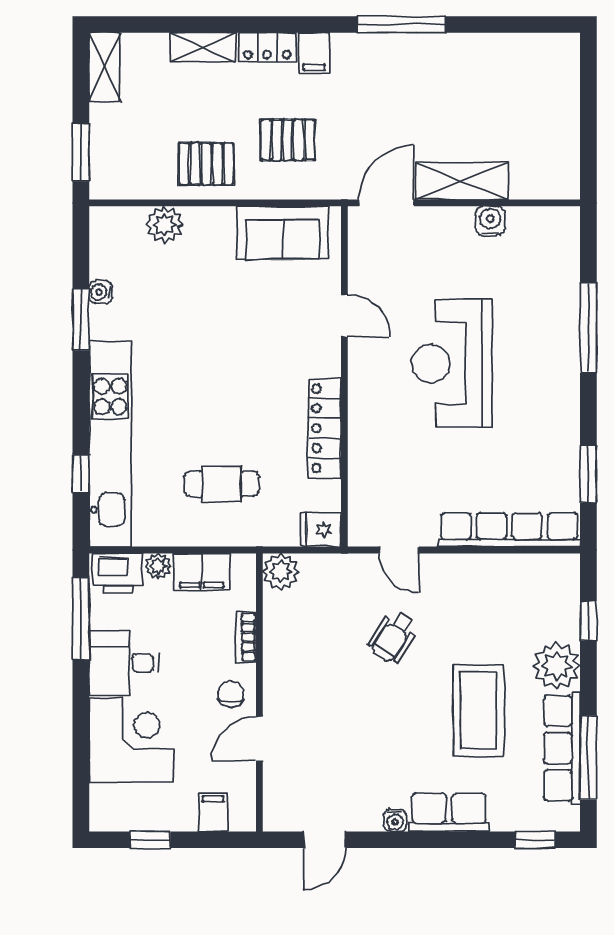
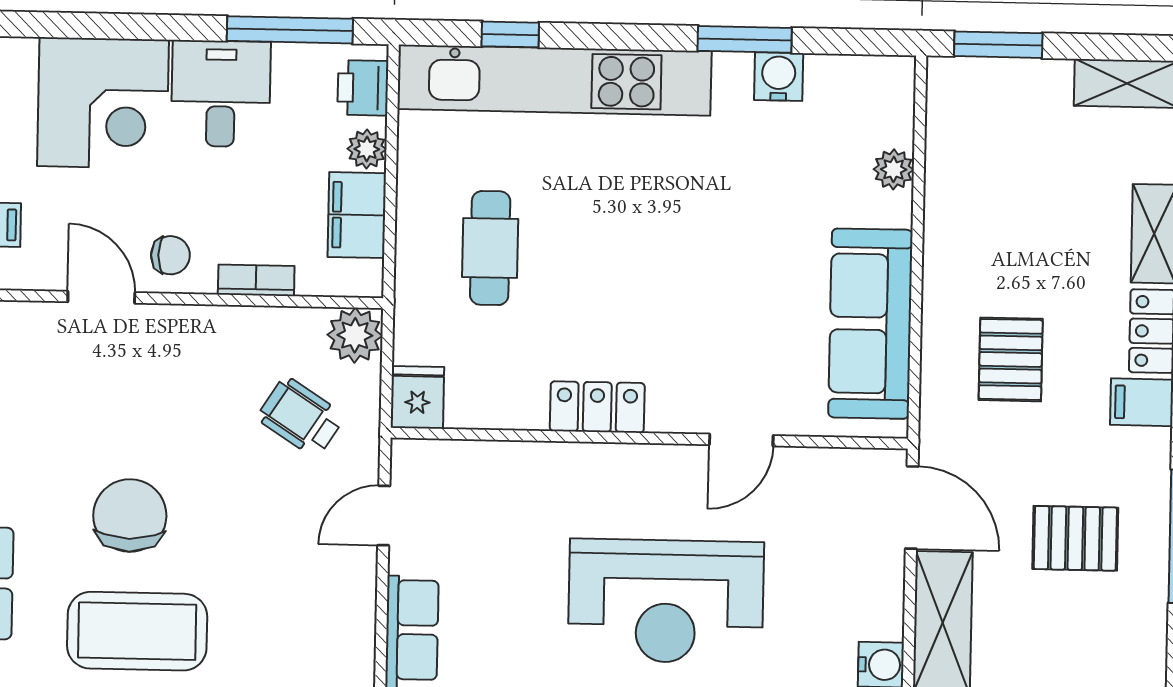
pallet: (206, 164) -> (1075, 538), moved, turned 90
plant: (164, 225) -> (894, 169), width x0.73, depth x0.73
sofa: (283, 233) -> (870, 324), width x1.36
water cooler: (100, 292) -> (779, 77), width x1.38, depth x1.38
reception desk: (451, 363) -> (666, 601), turned 180
locker: (325, 428) -> (597, 407), width x0.66
printer: (118, 574) -> (363, 88), width x0.73, depth x0.81
wheelchair: (393, 636) -> (301, 417), moved
chair: (402, 717) -> (130, 516), added

